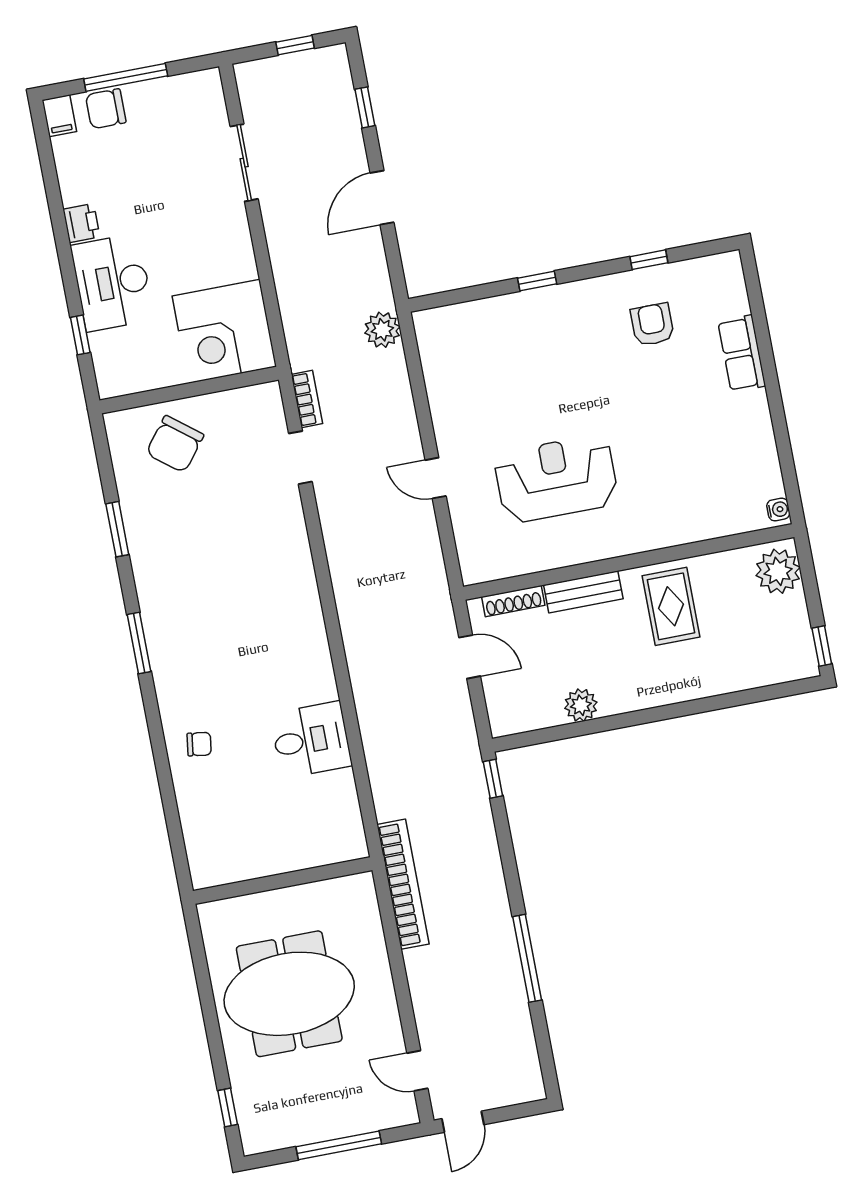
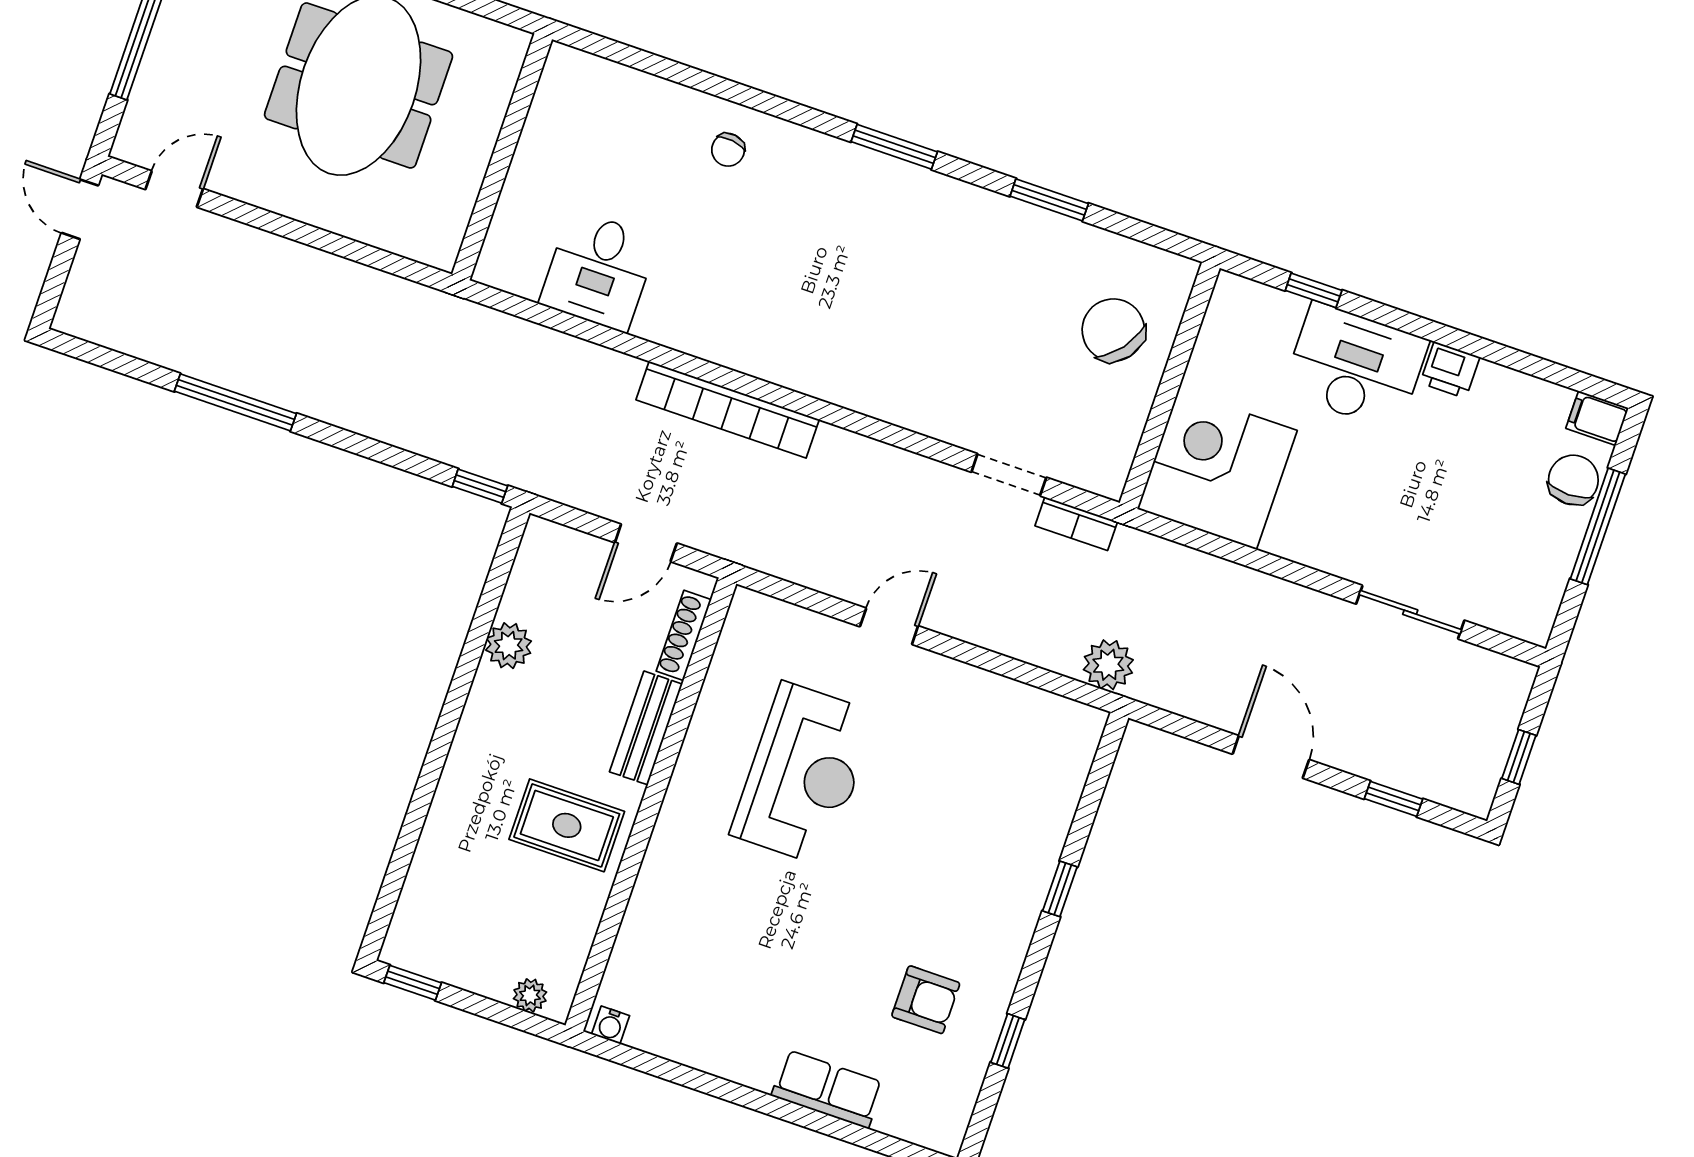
plant: (778, 571) -> (530, 995), width x0.53, depth x0.53
desk: (311, 740) -> (599, 271), moved
bookcase: (403, 884) -> (728, 410), moved

